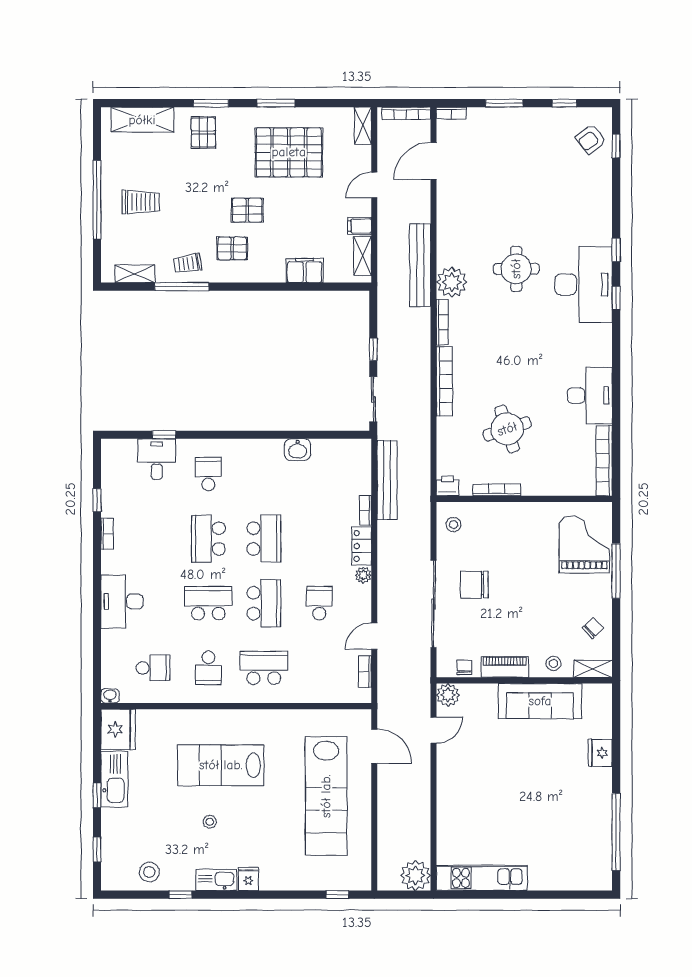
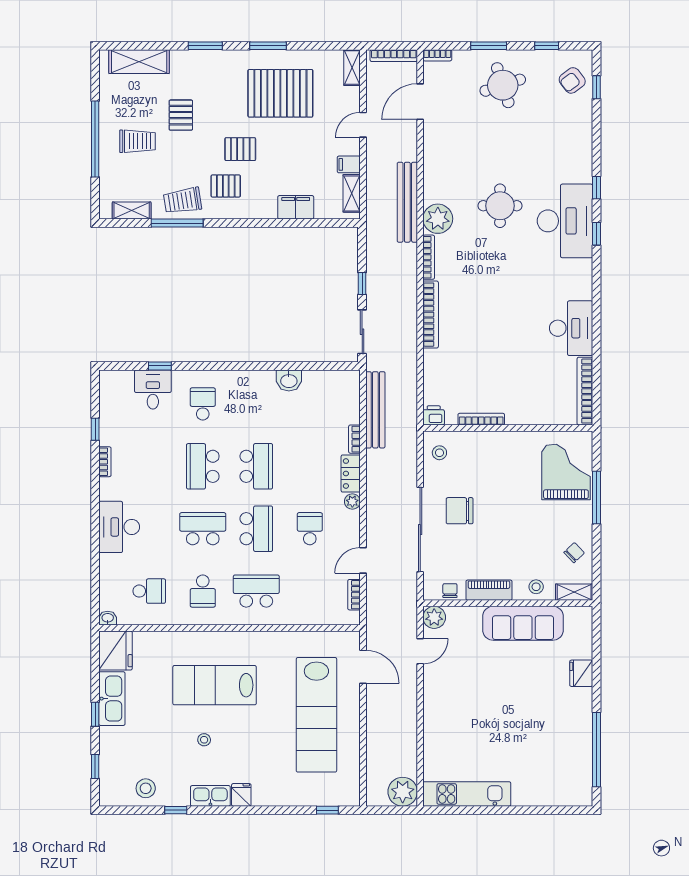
pallet: (203, 132) -> (181, 115), moved
trolley: (187, 263) -> (183, 201), width x1.36, depth x1.39
round table: (507, 429) -> (503, 85), moved

